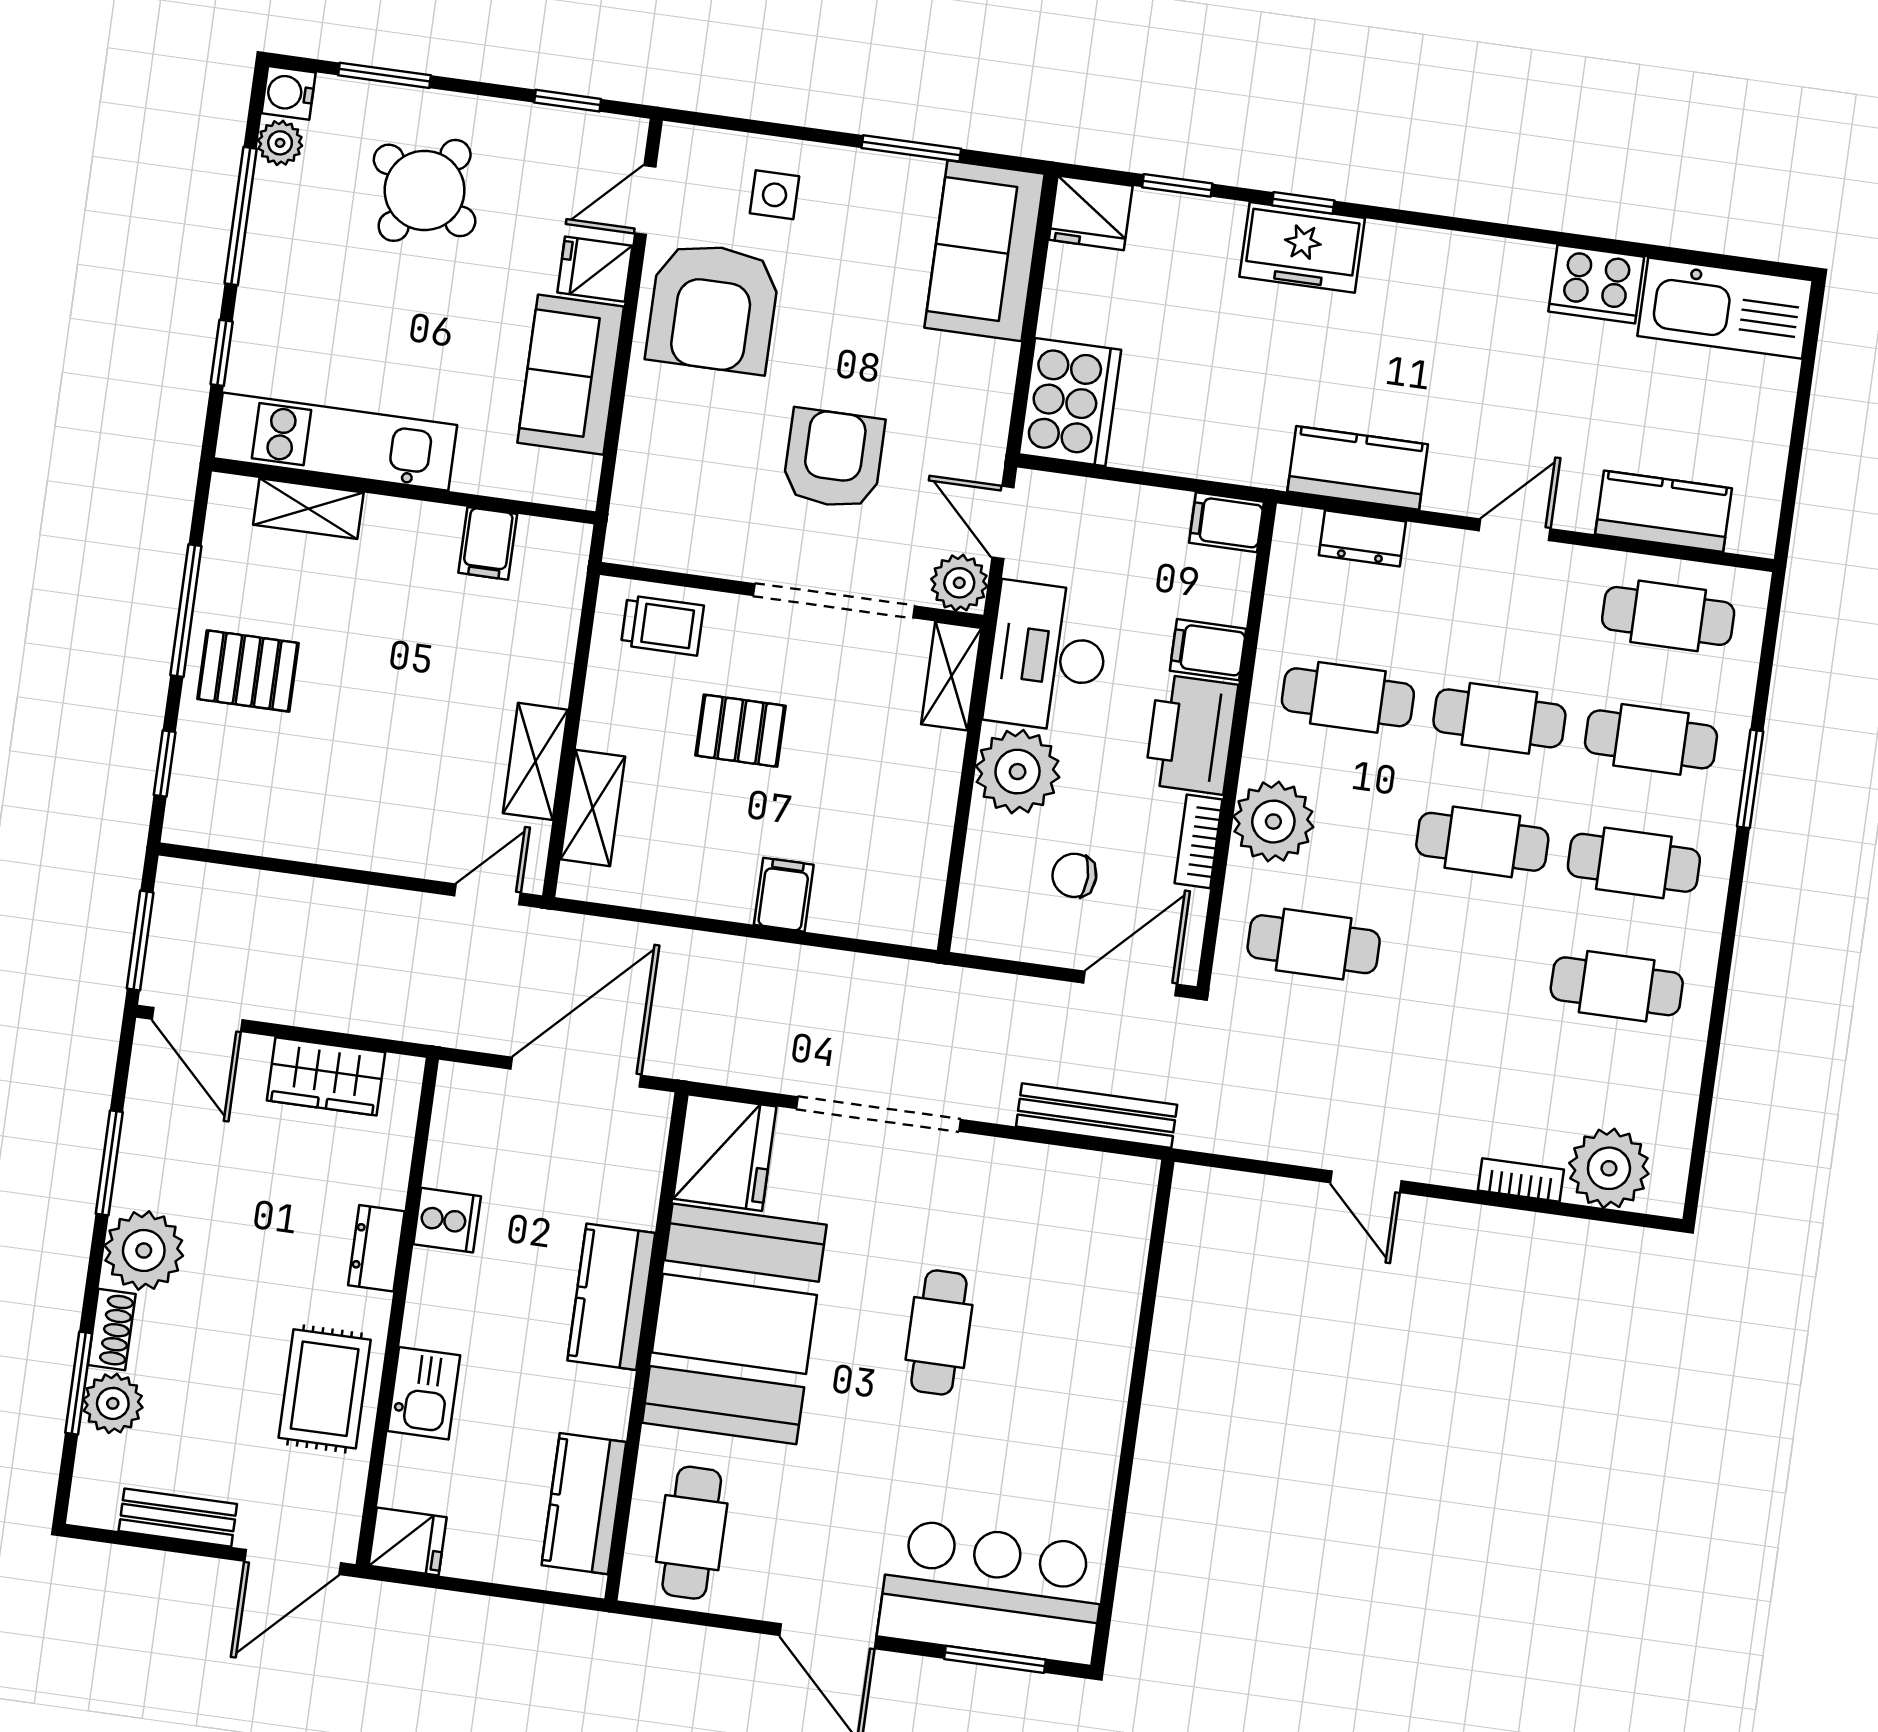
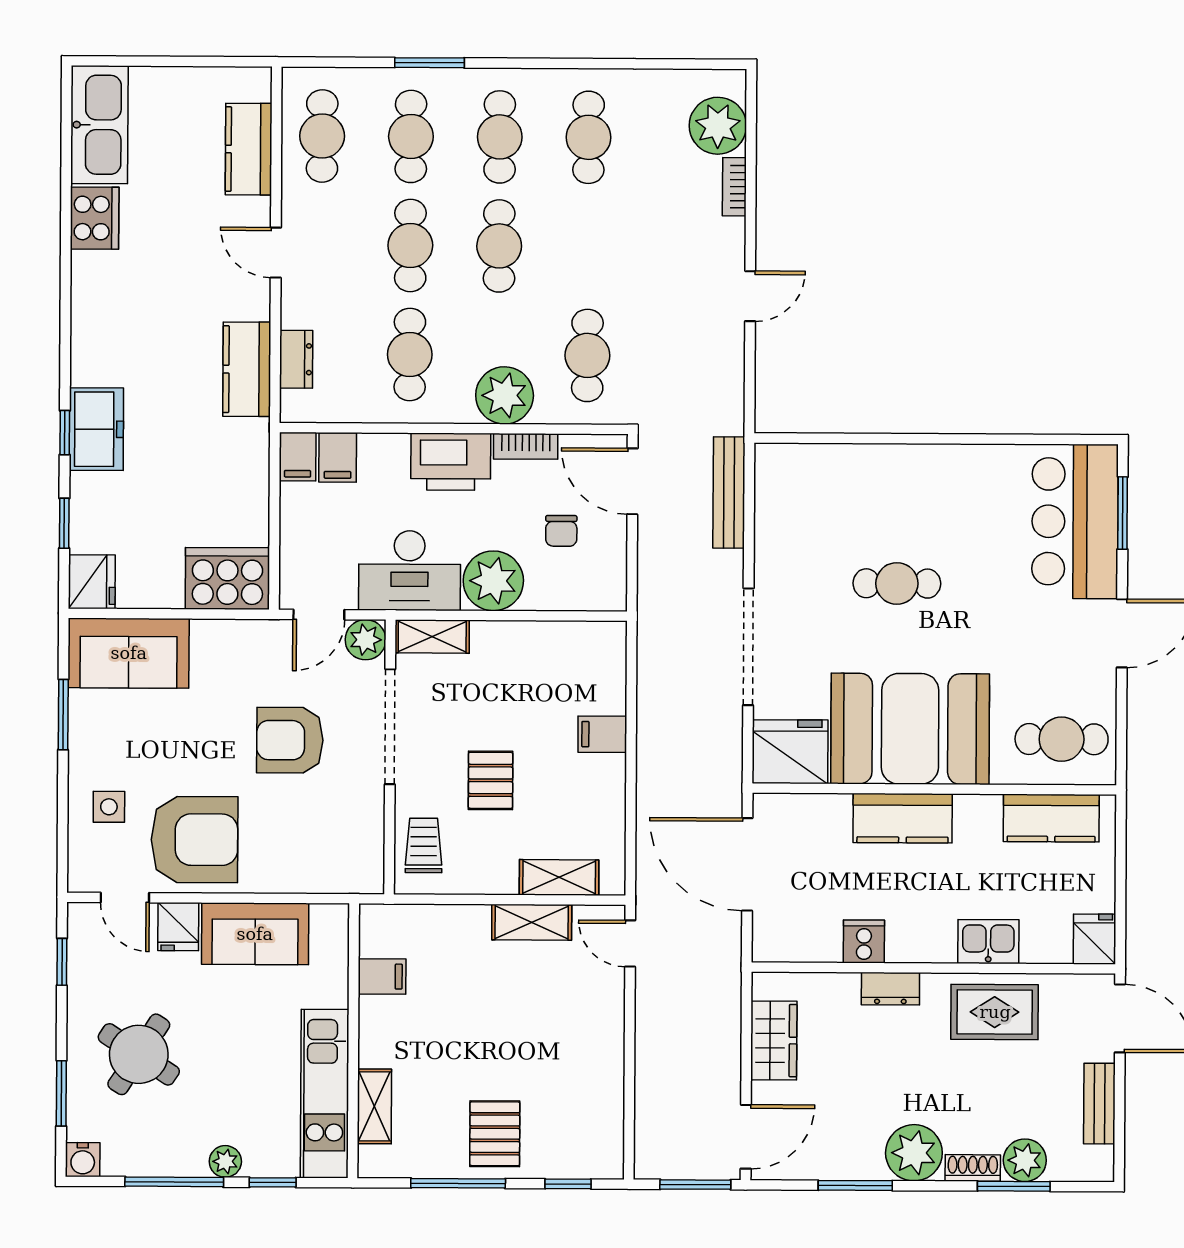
plant: (280, 143) -> (225, 1161), moved
filing cabinet: (1208, 650) -> (338, 457), moved

